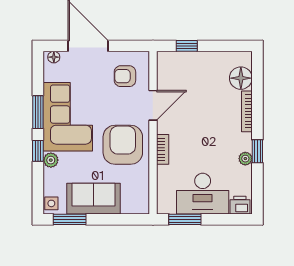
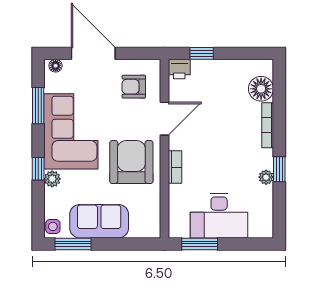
window: (38, 112) -> (38, 106), moved
printer: (240, 205) -> (179, 69), moved, turned 180

